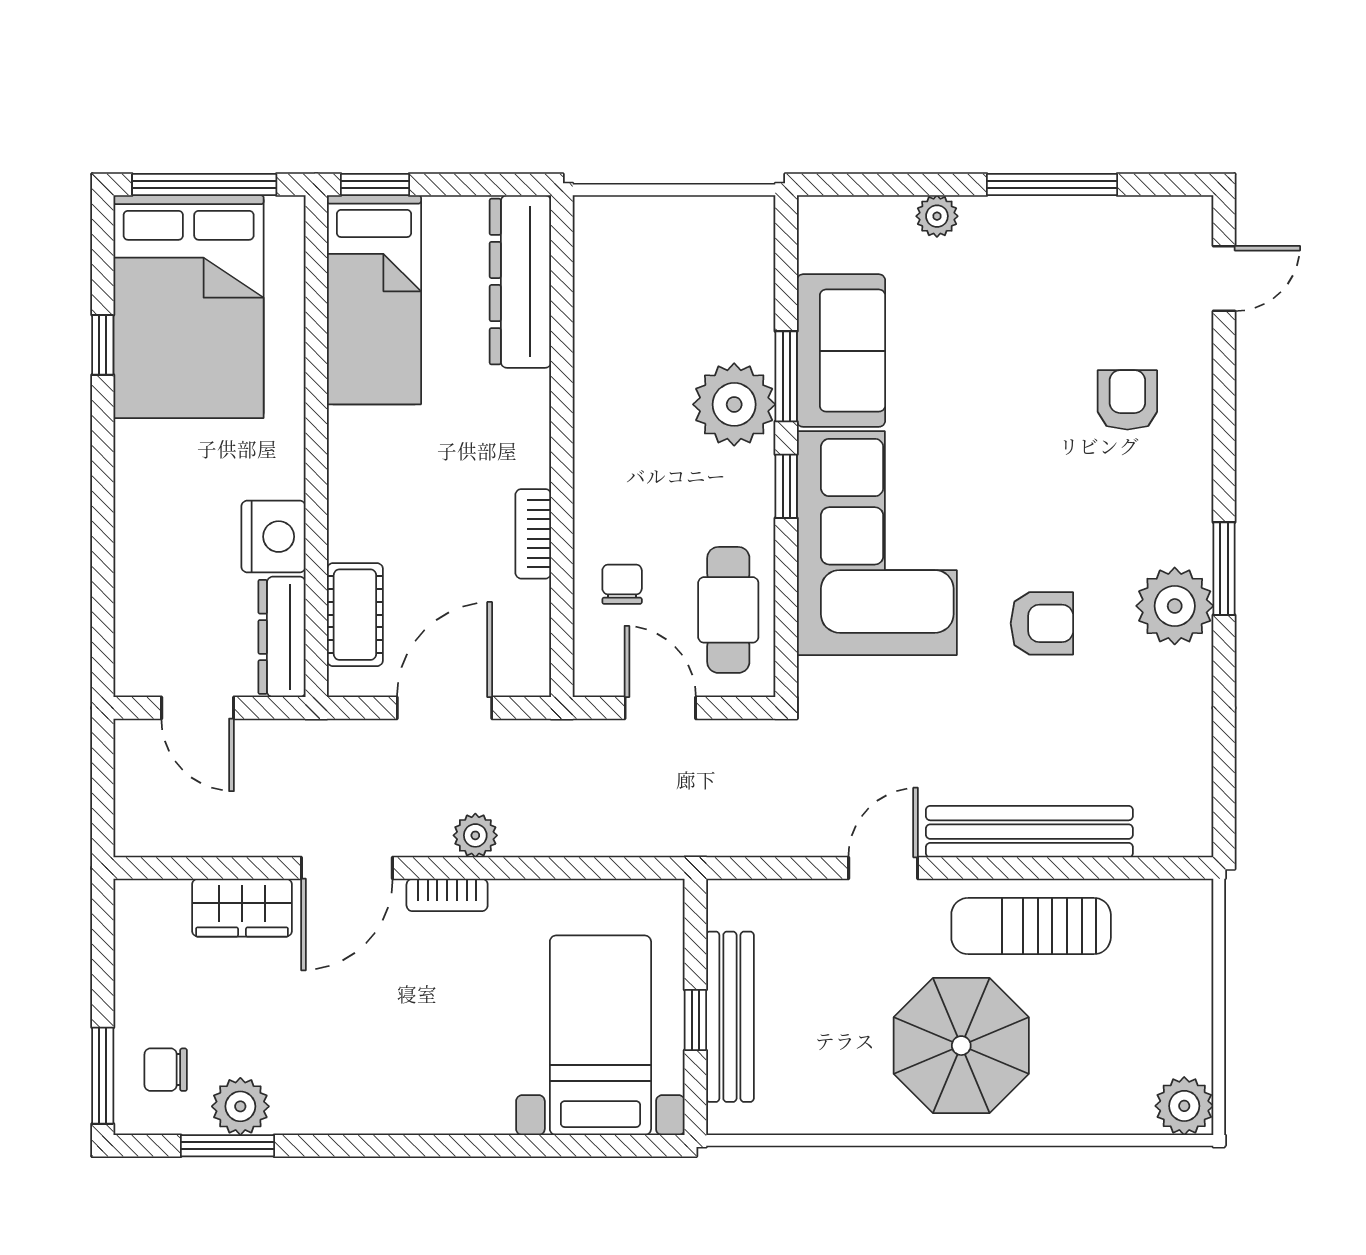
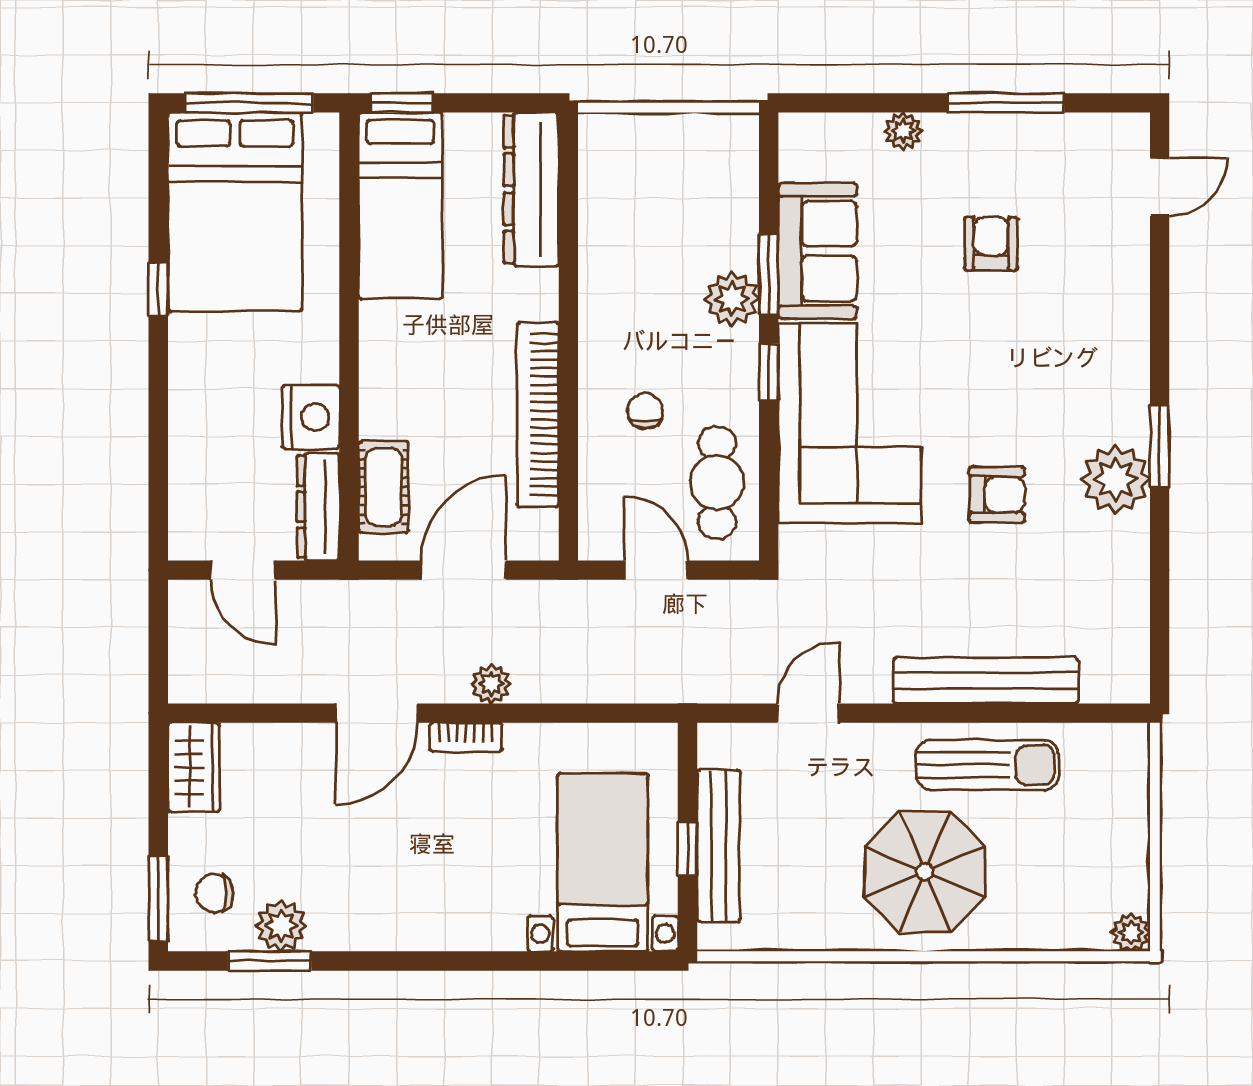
window: (103, 345) -> (158, 289), moved
armchair: (1127, 400) -> (991, 244), moved
plant: (734, 404) -> (732, 299), width x0.73, depth x0.73
bookcase: (533, 534) -> (538, 415), width x2.31, depth x1.31
chair: (622, 584) -> (645, 411), moved
door: (883, 868) -> (808, 713), moved
wardrobe: (242, 908) -> (194, 767), moved, turned -90
sun lounger: (1031, 926) -> (987, 765), turned 180
plant: (1184, 1106) -> (1131, 933), width x0.73, depth x0.73

